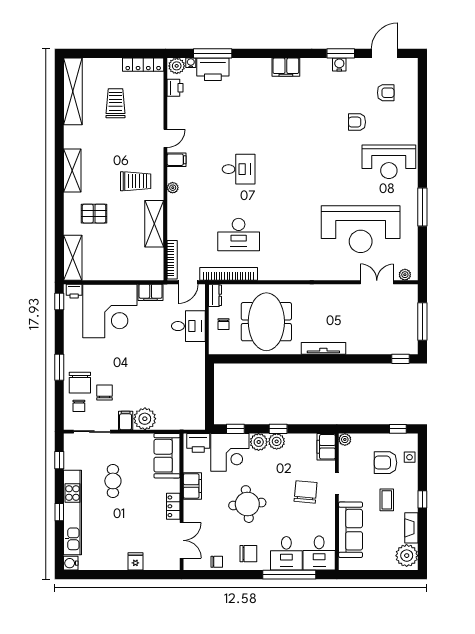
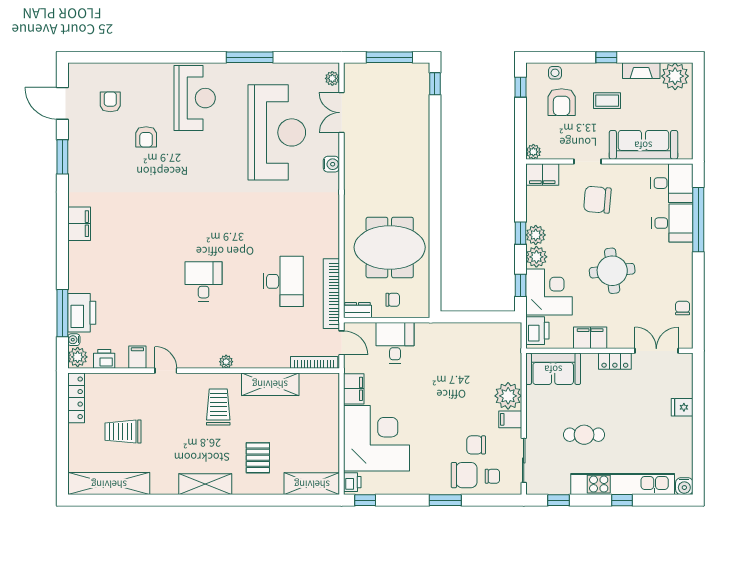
water cooler: (339, 64) -> (331, 164), moved, turned 180
filing cabinet: (176, 160) -> (137, 357), moved
tv unit: (323, 348) -> (422, 178), removed
chair: (248, 554) -> (673, 269), removed

